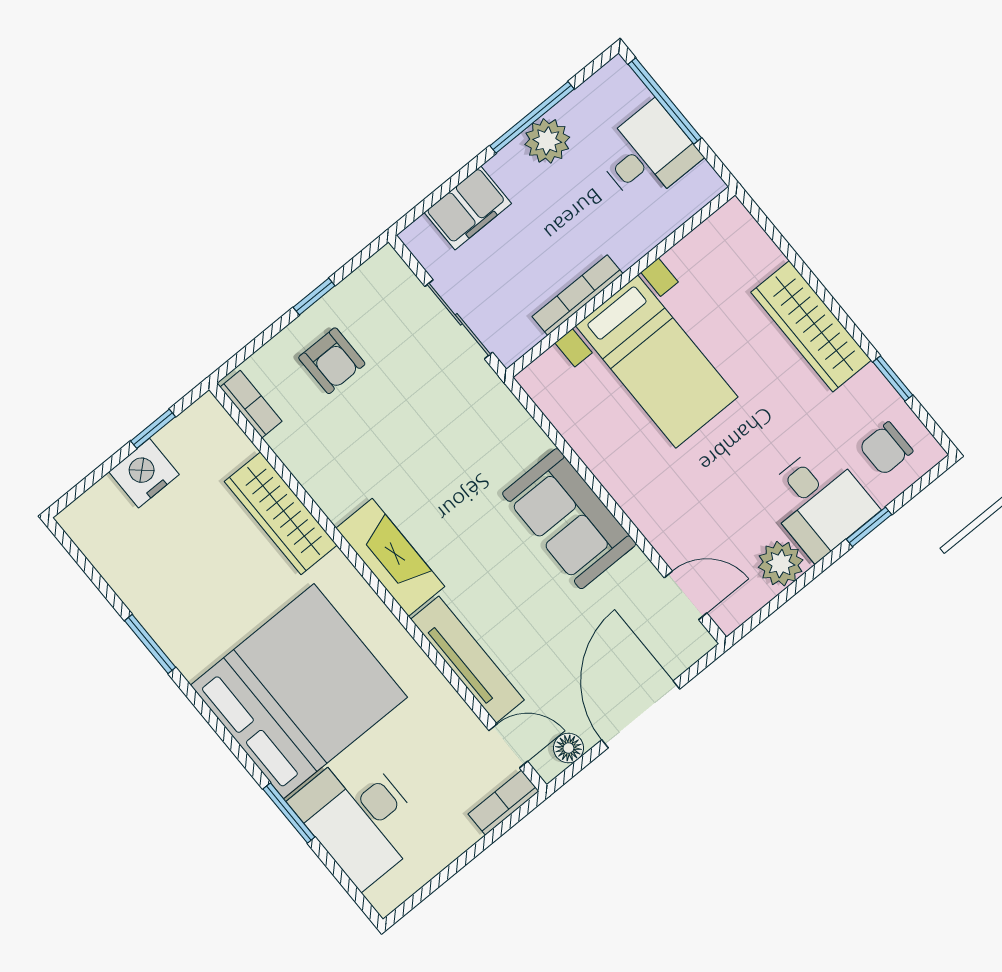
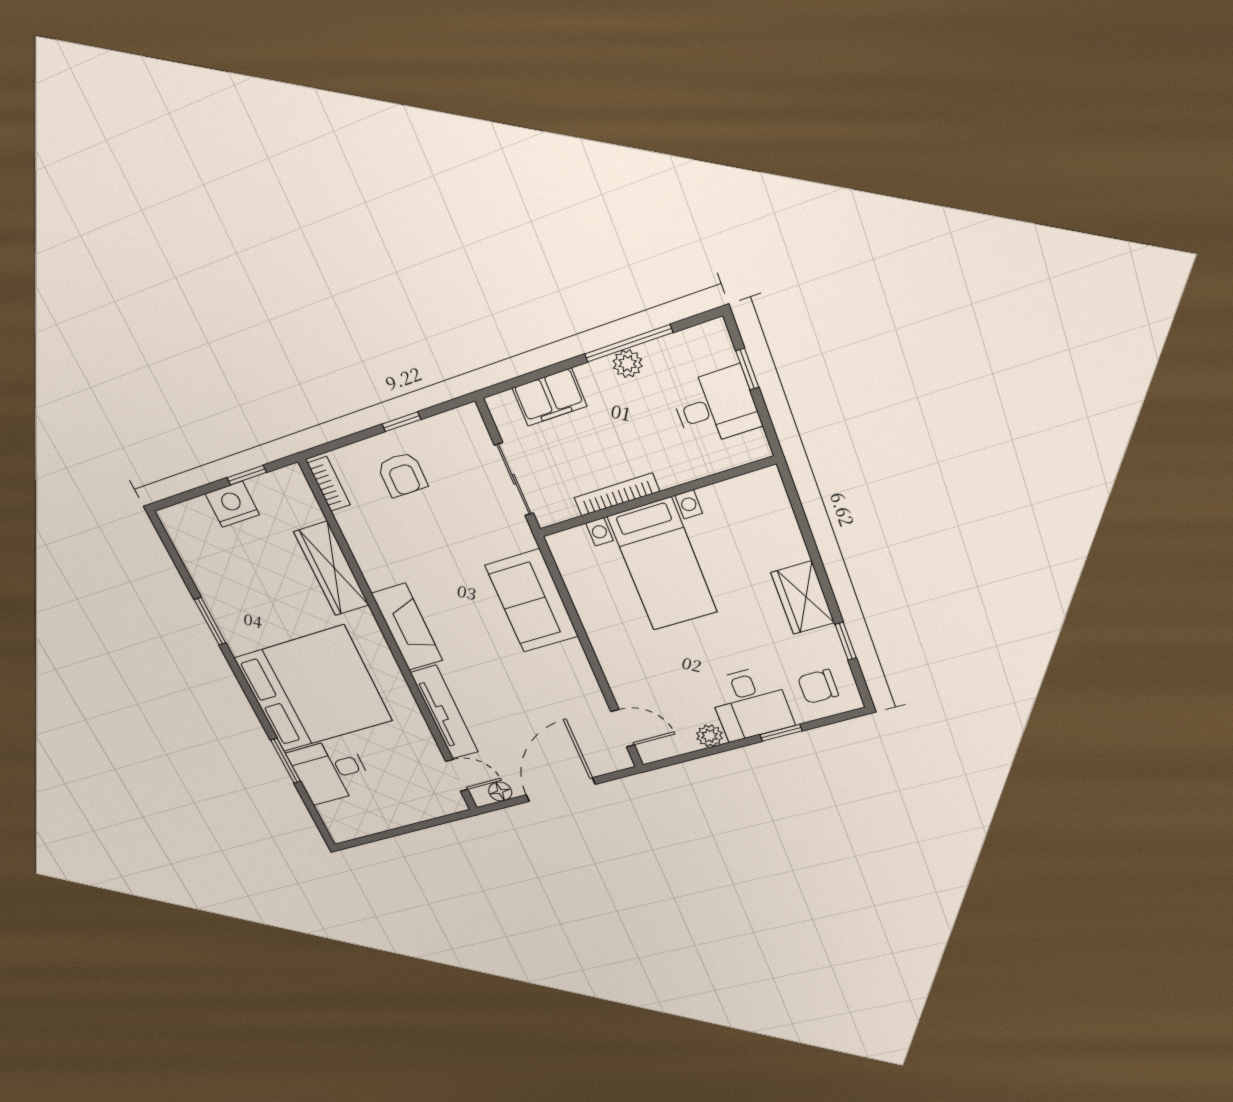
window: (665, 101) -> (747, 369), width x0.46
plant: (547, 141) -> (628, 364), width x0.73, depth x0.73
wardrobe: (811, 326) -> (803, 598), width x0.67
sofa: (569, 519) -> (532, 601), moved
plant: (781, 564) -> (710, 736), width x0.73, depth x0.73
bookcase: (504, 803) -> (442, 807), removed
desk: (359, 818) -> (330, 771), width x0.73

